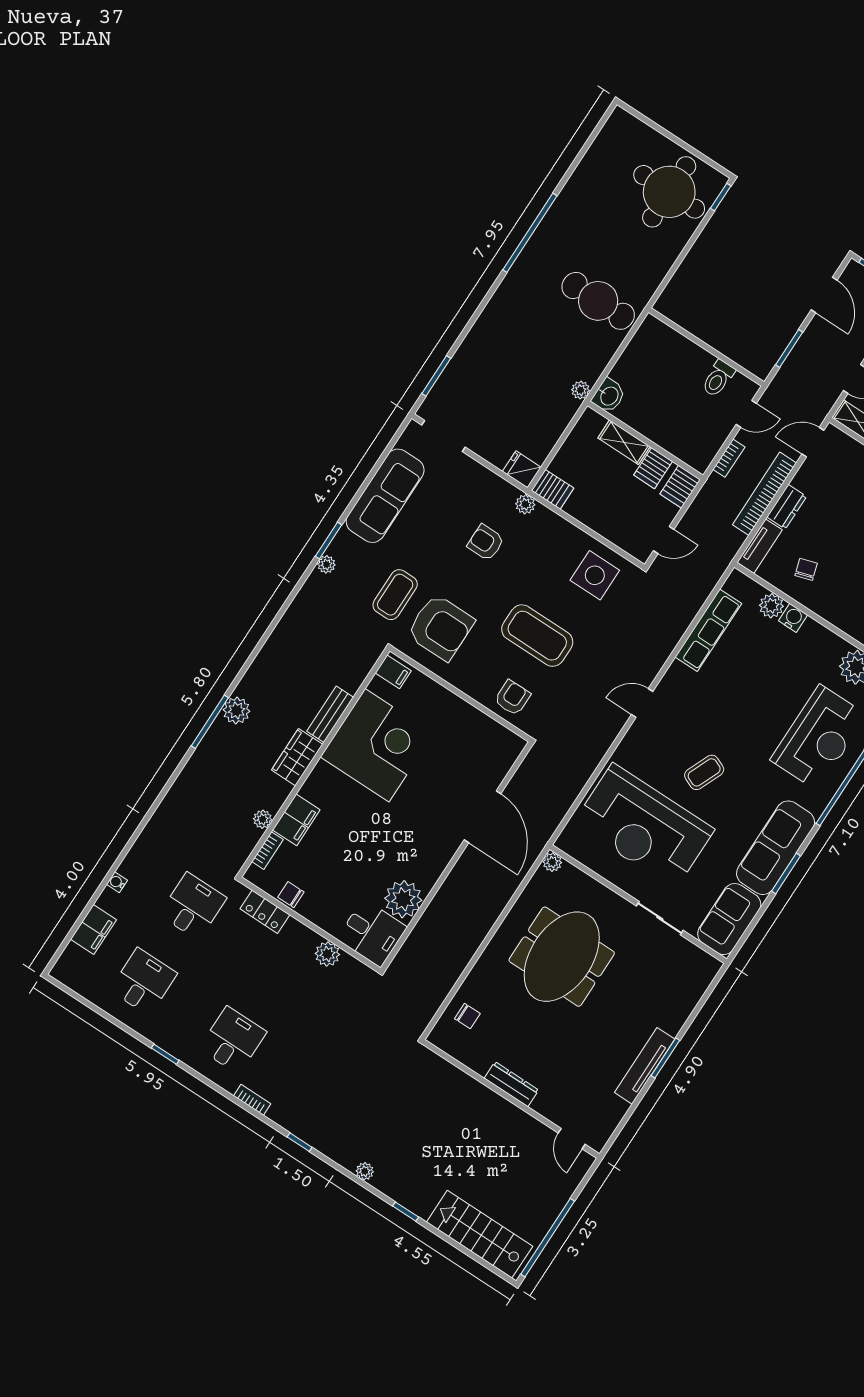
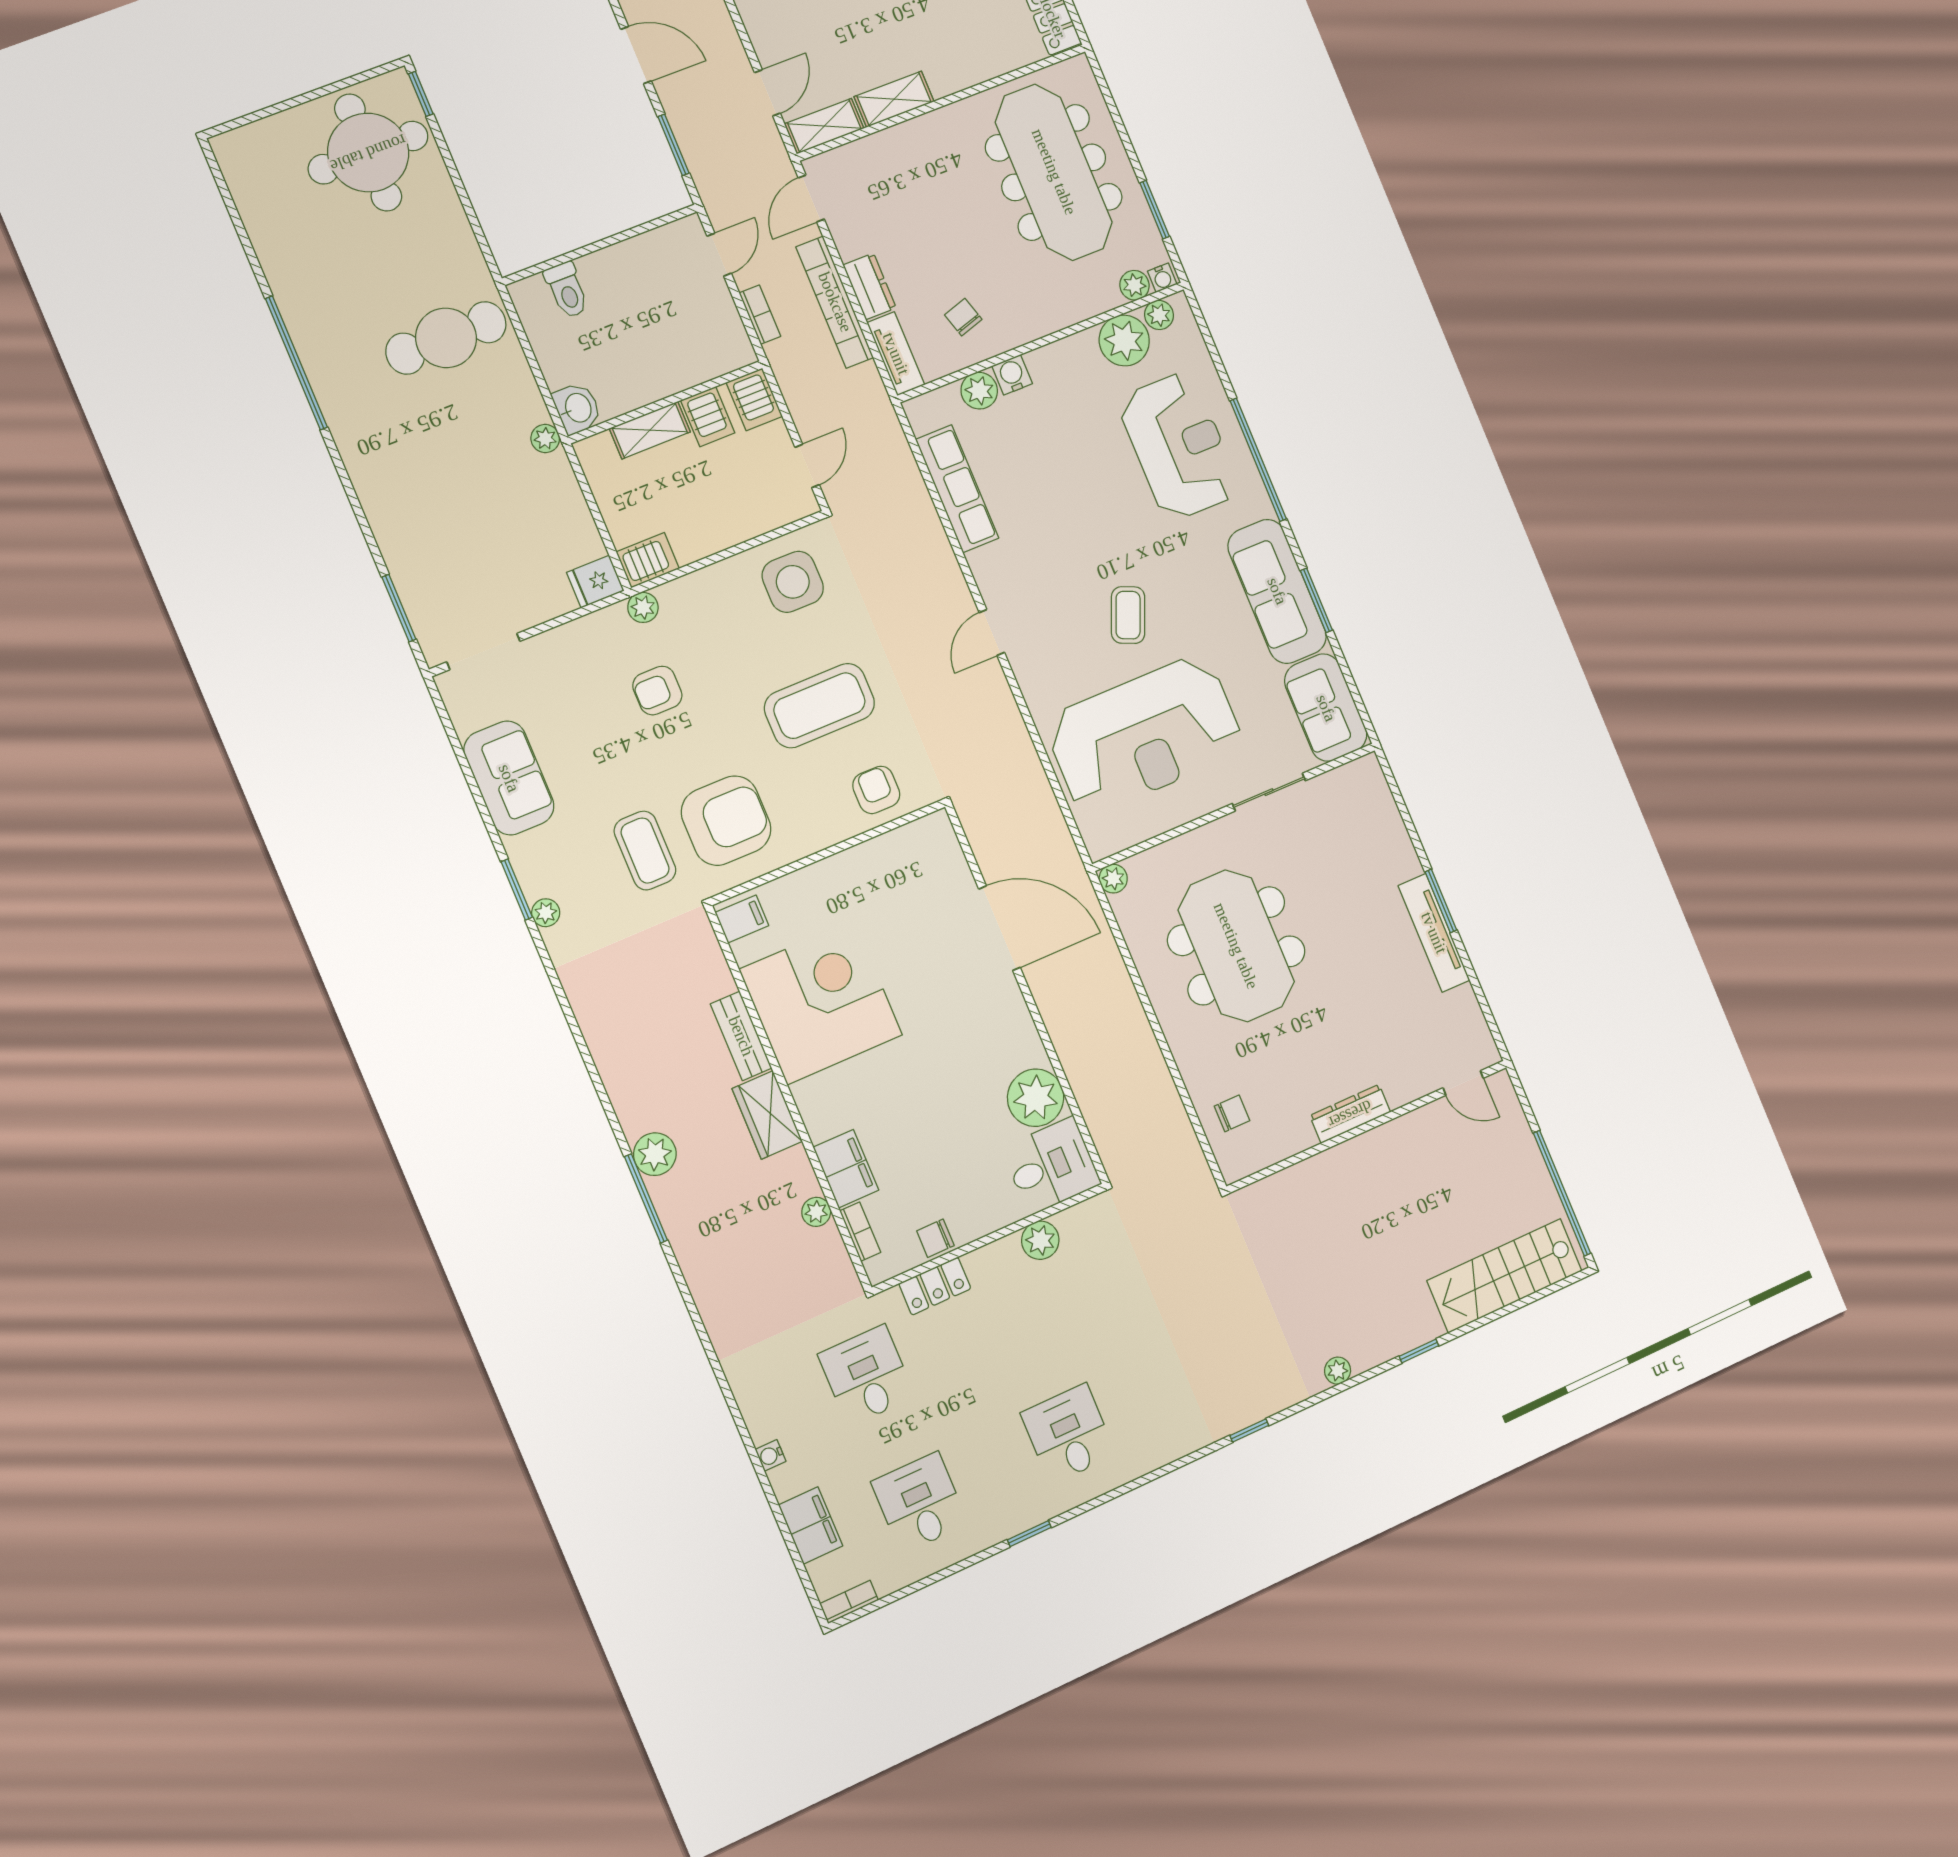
toilet: (718, 378) -> (567, 290), moved
sofa: (385, 496) -> (509, 778), width x0.73
bookcase: (252, 1100) -> (849, 1602), moved

